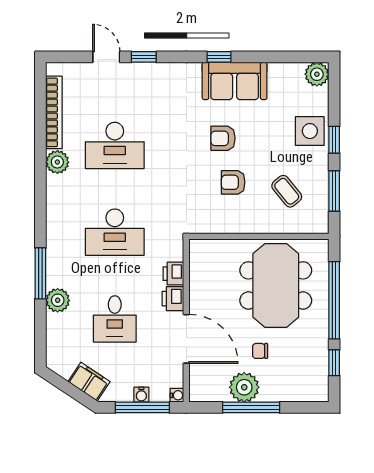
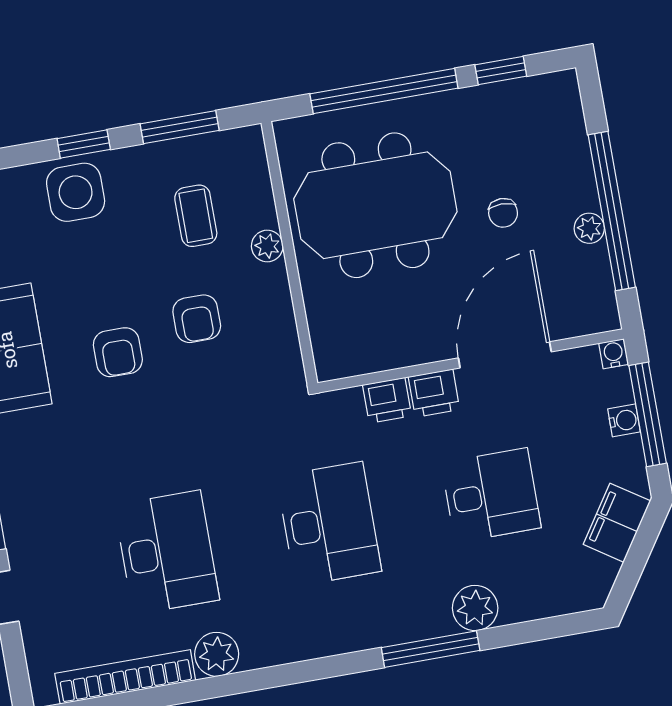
coffee table: (287, 191) -> (196, 216), turned -51
plant: (264, 226) -> (267, 246), added
plant: (244, 387) -> (589, 228), width x0.53, depth x0.53
window: (251, 407) -> (612, 211), width x1.46

